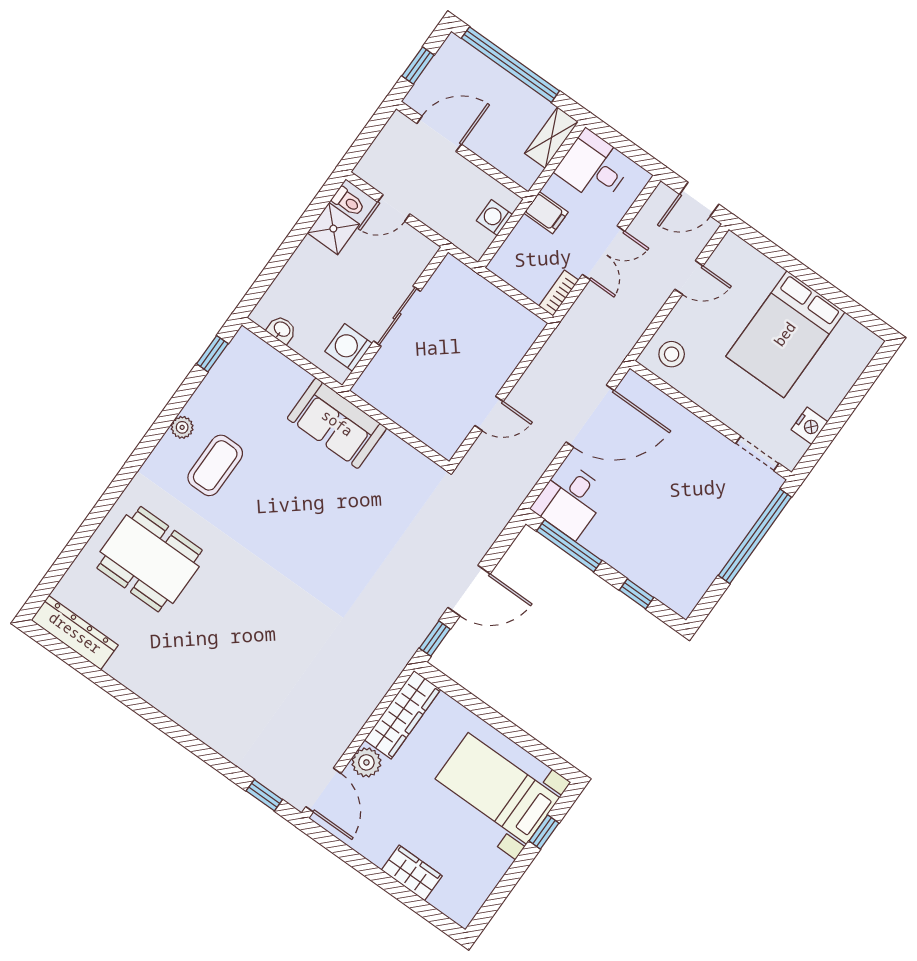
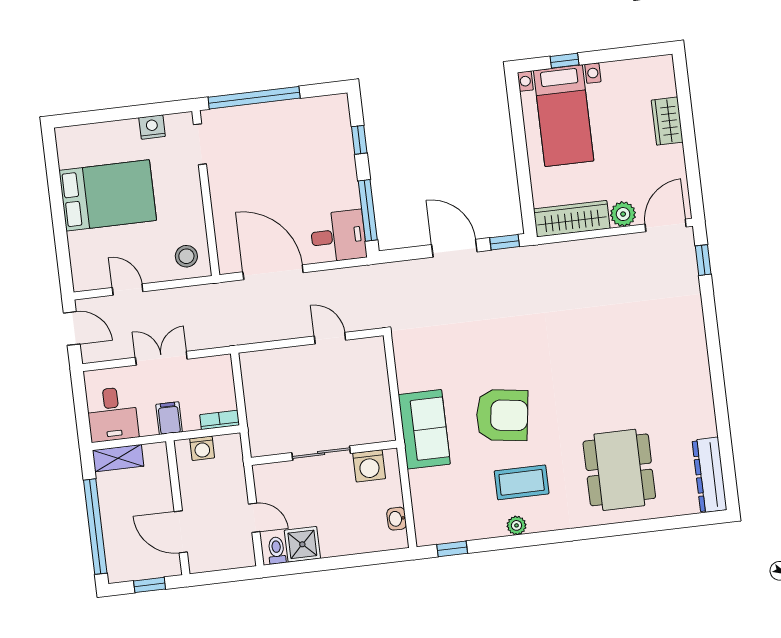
bookcase: (559, 293) -> (220, 420), moved, turned 180
armchair: (288, 501) -> (502, 415), added

